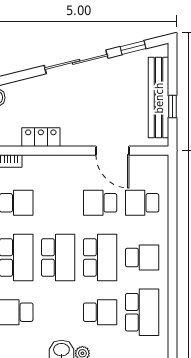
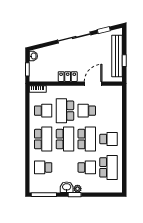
locker: (41, 137) -> (68, 77), moved
door: (112, 151) -> (93, 84), swing flipped
school desk: (142, 203) -> (65, 111), moved, width x1.85

